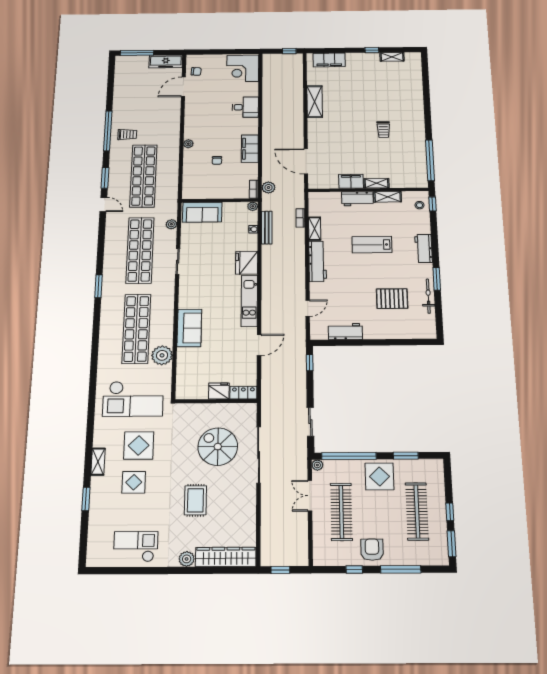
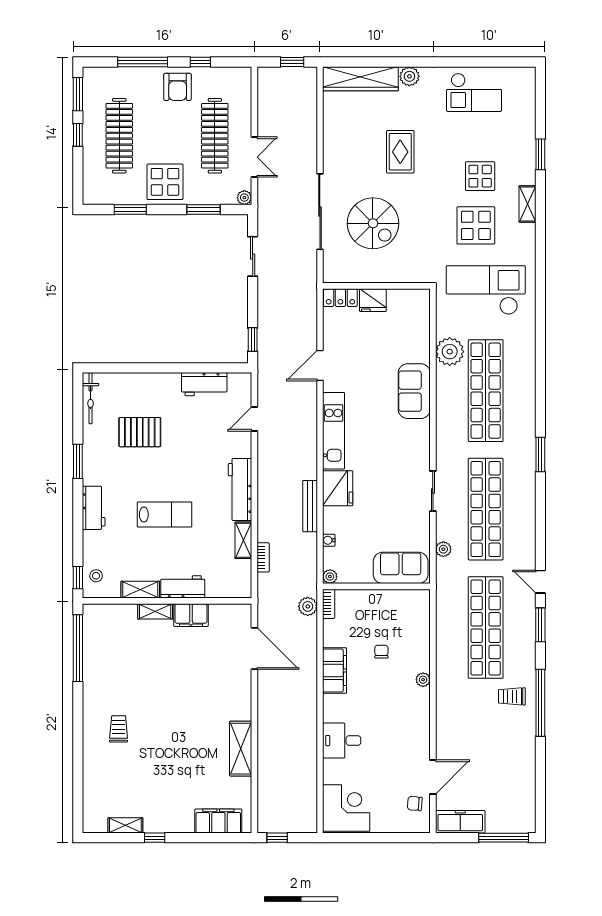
trolley: (383, 130) -> (119, 729), moved
bench: (267, 228) -> (310, 506), moved
bicycle: (428, 296) -> (91, 398), moved
window: (349, 456) -> (203, 209), width x0.47

